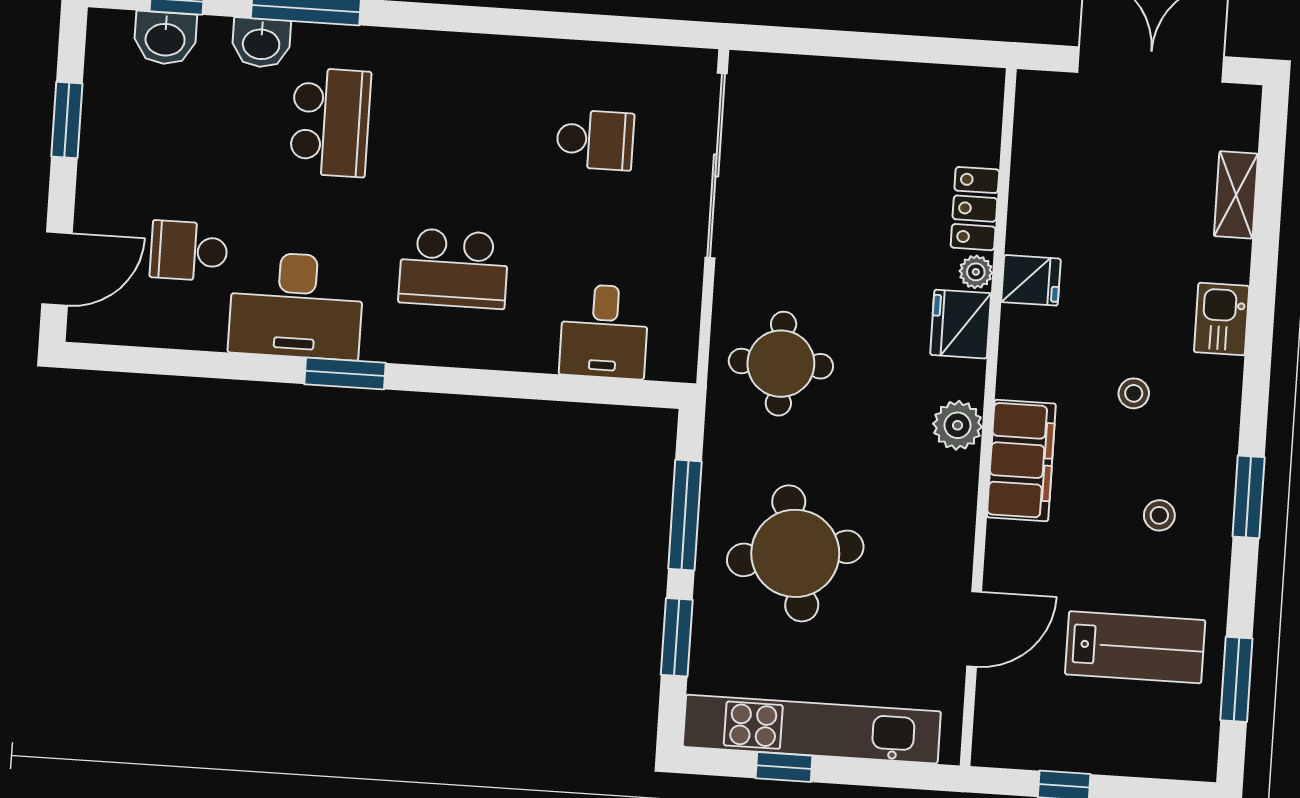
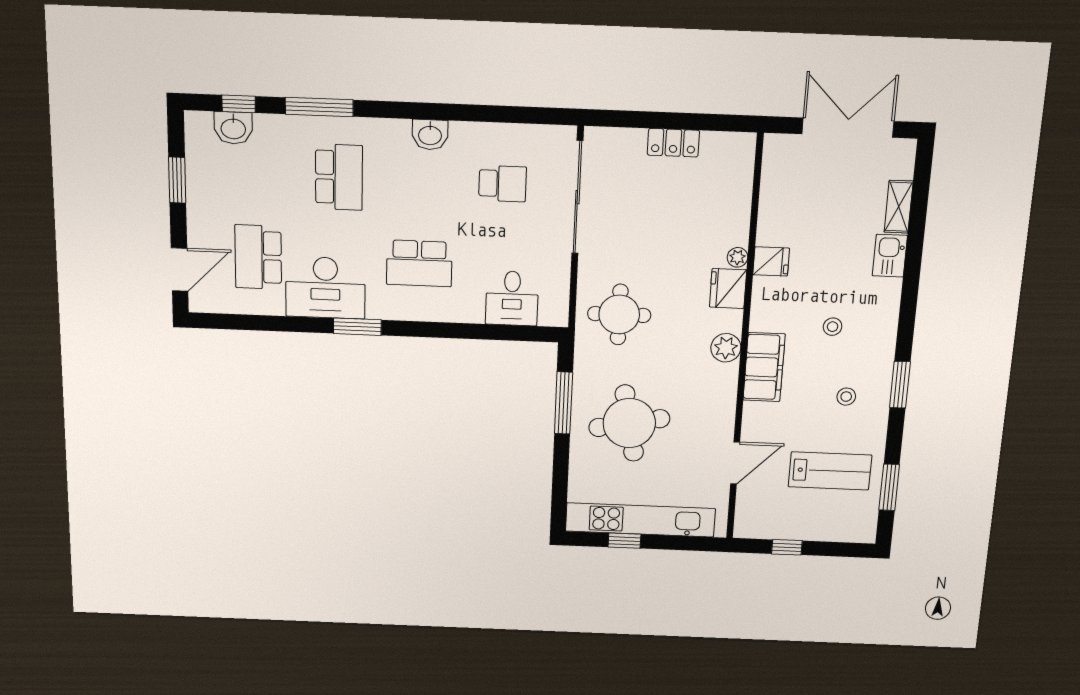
washbasin: (261, 43) -> (430, 135), moved
locker: (975, 209) -> (673, 143), moved, turned -90
school desk: (189, 251) -> (258, 257), width x1.85
kitchen sink: (1222, 319) -> (890, 256), moved
window: (677, 637) -> (560, 471), removed

